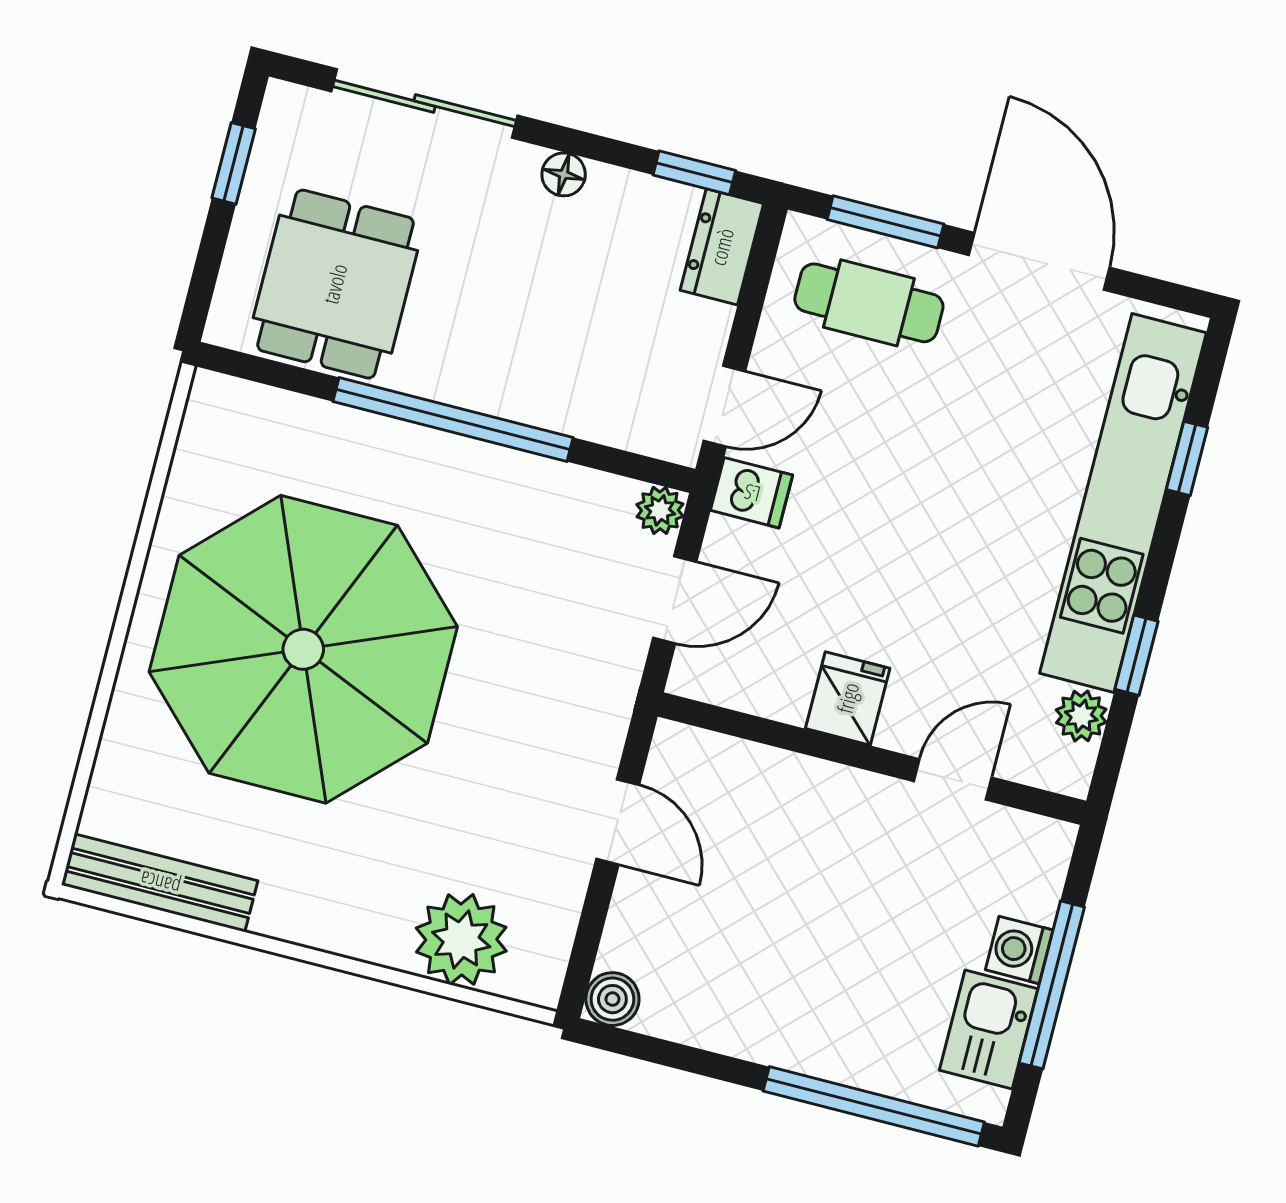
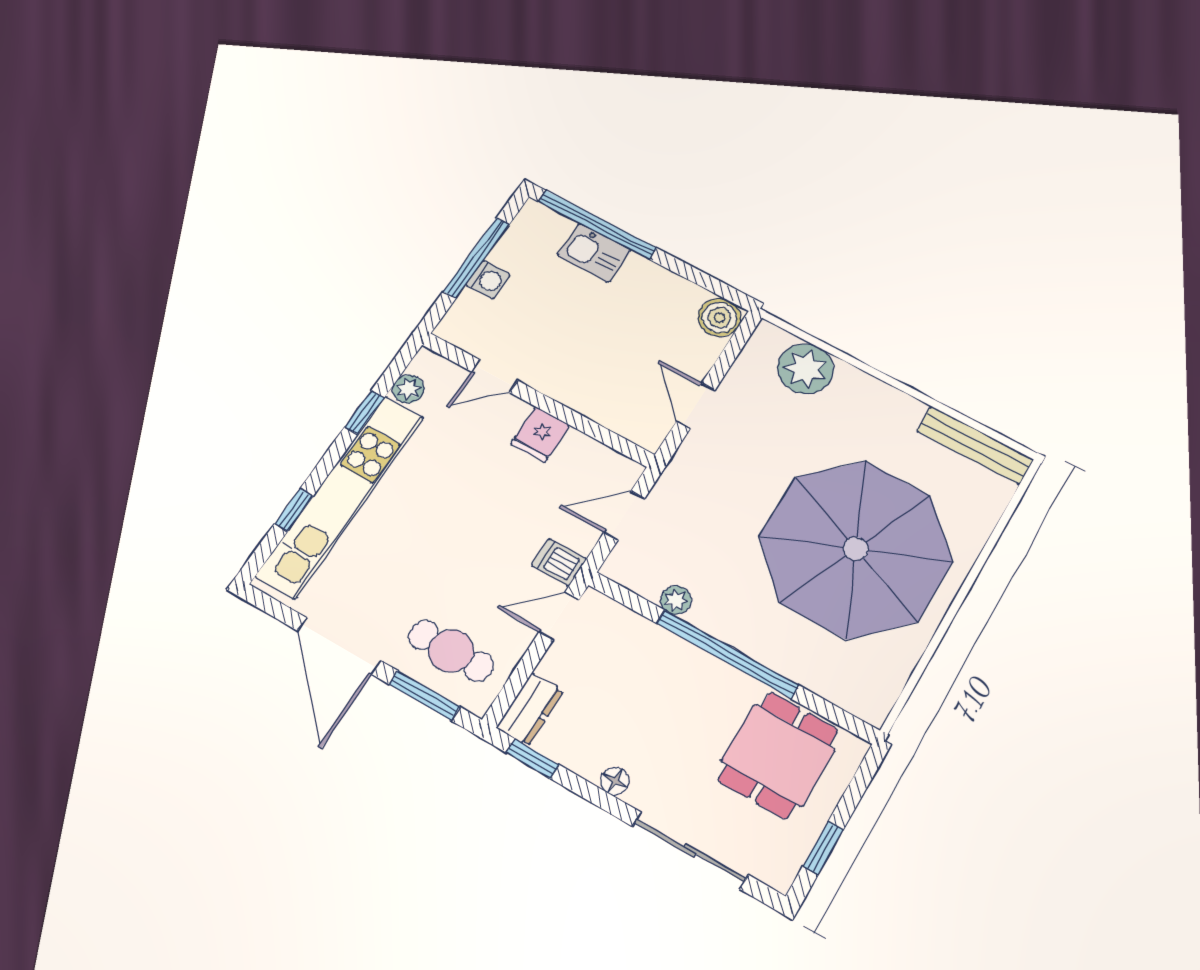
plant: (660, 510) -> (676, 600), moved
boiler: (612, 999) -> (720, 317), width x1.36, depth x1.36
kitchen sink: (989, 1029) -> (594, 253), moved, turned 90

